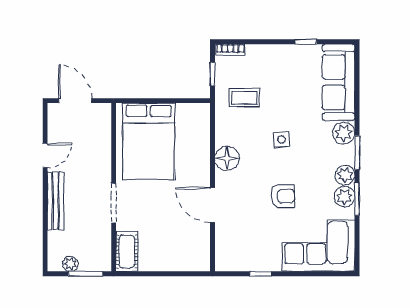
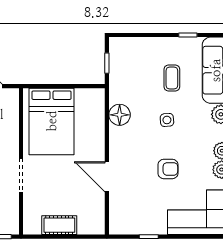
bookcase: (230, 50) -> (122, 42), removed
coffee table: (244, 98) -> (172, 78), moved, turned 90
floor lamp: (227, 158) -> (120, 115), moved
cot: (127, 251) -> (59, 225), moved, turned 90

